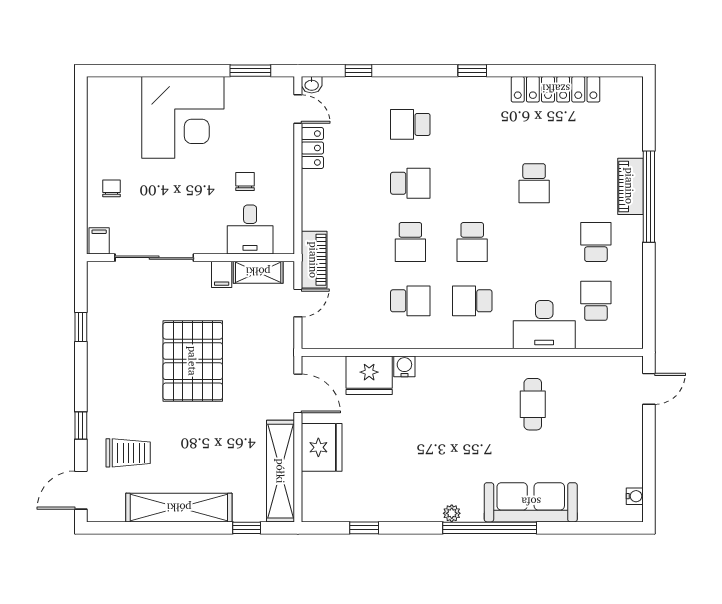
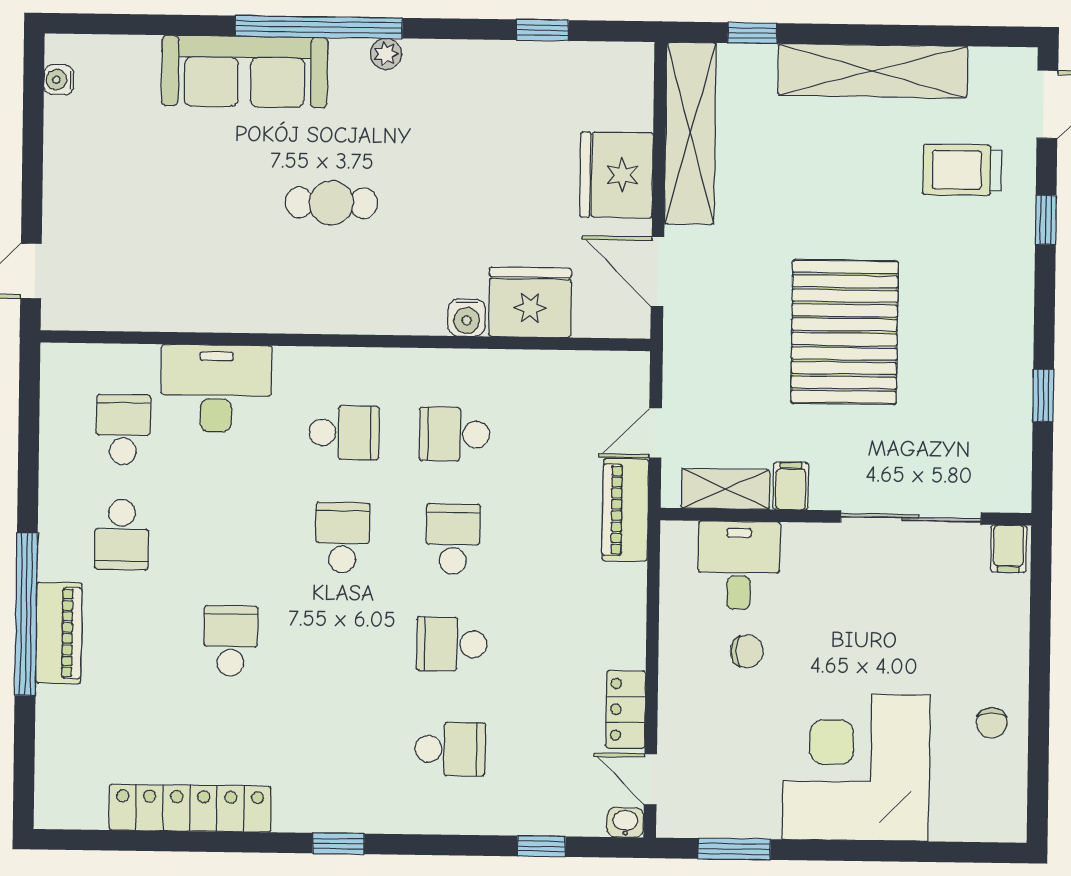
chair: (245, 181) -> (747, 651), turned -90
chair: (112, 188) -> (992, 723), moved
school desk: (596, 301) -> (123, 430), turned 180
cafe table: (533, 404) -> (331, 203), moved, turned 90

